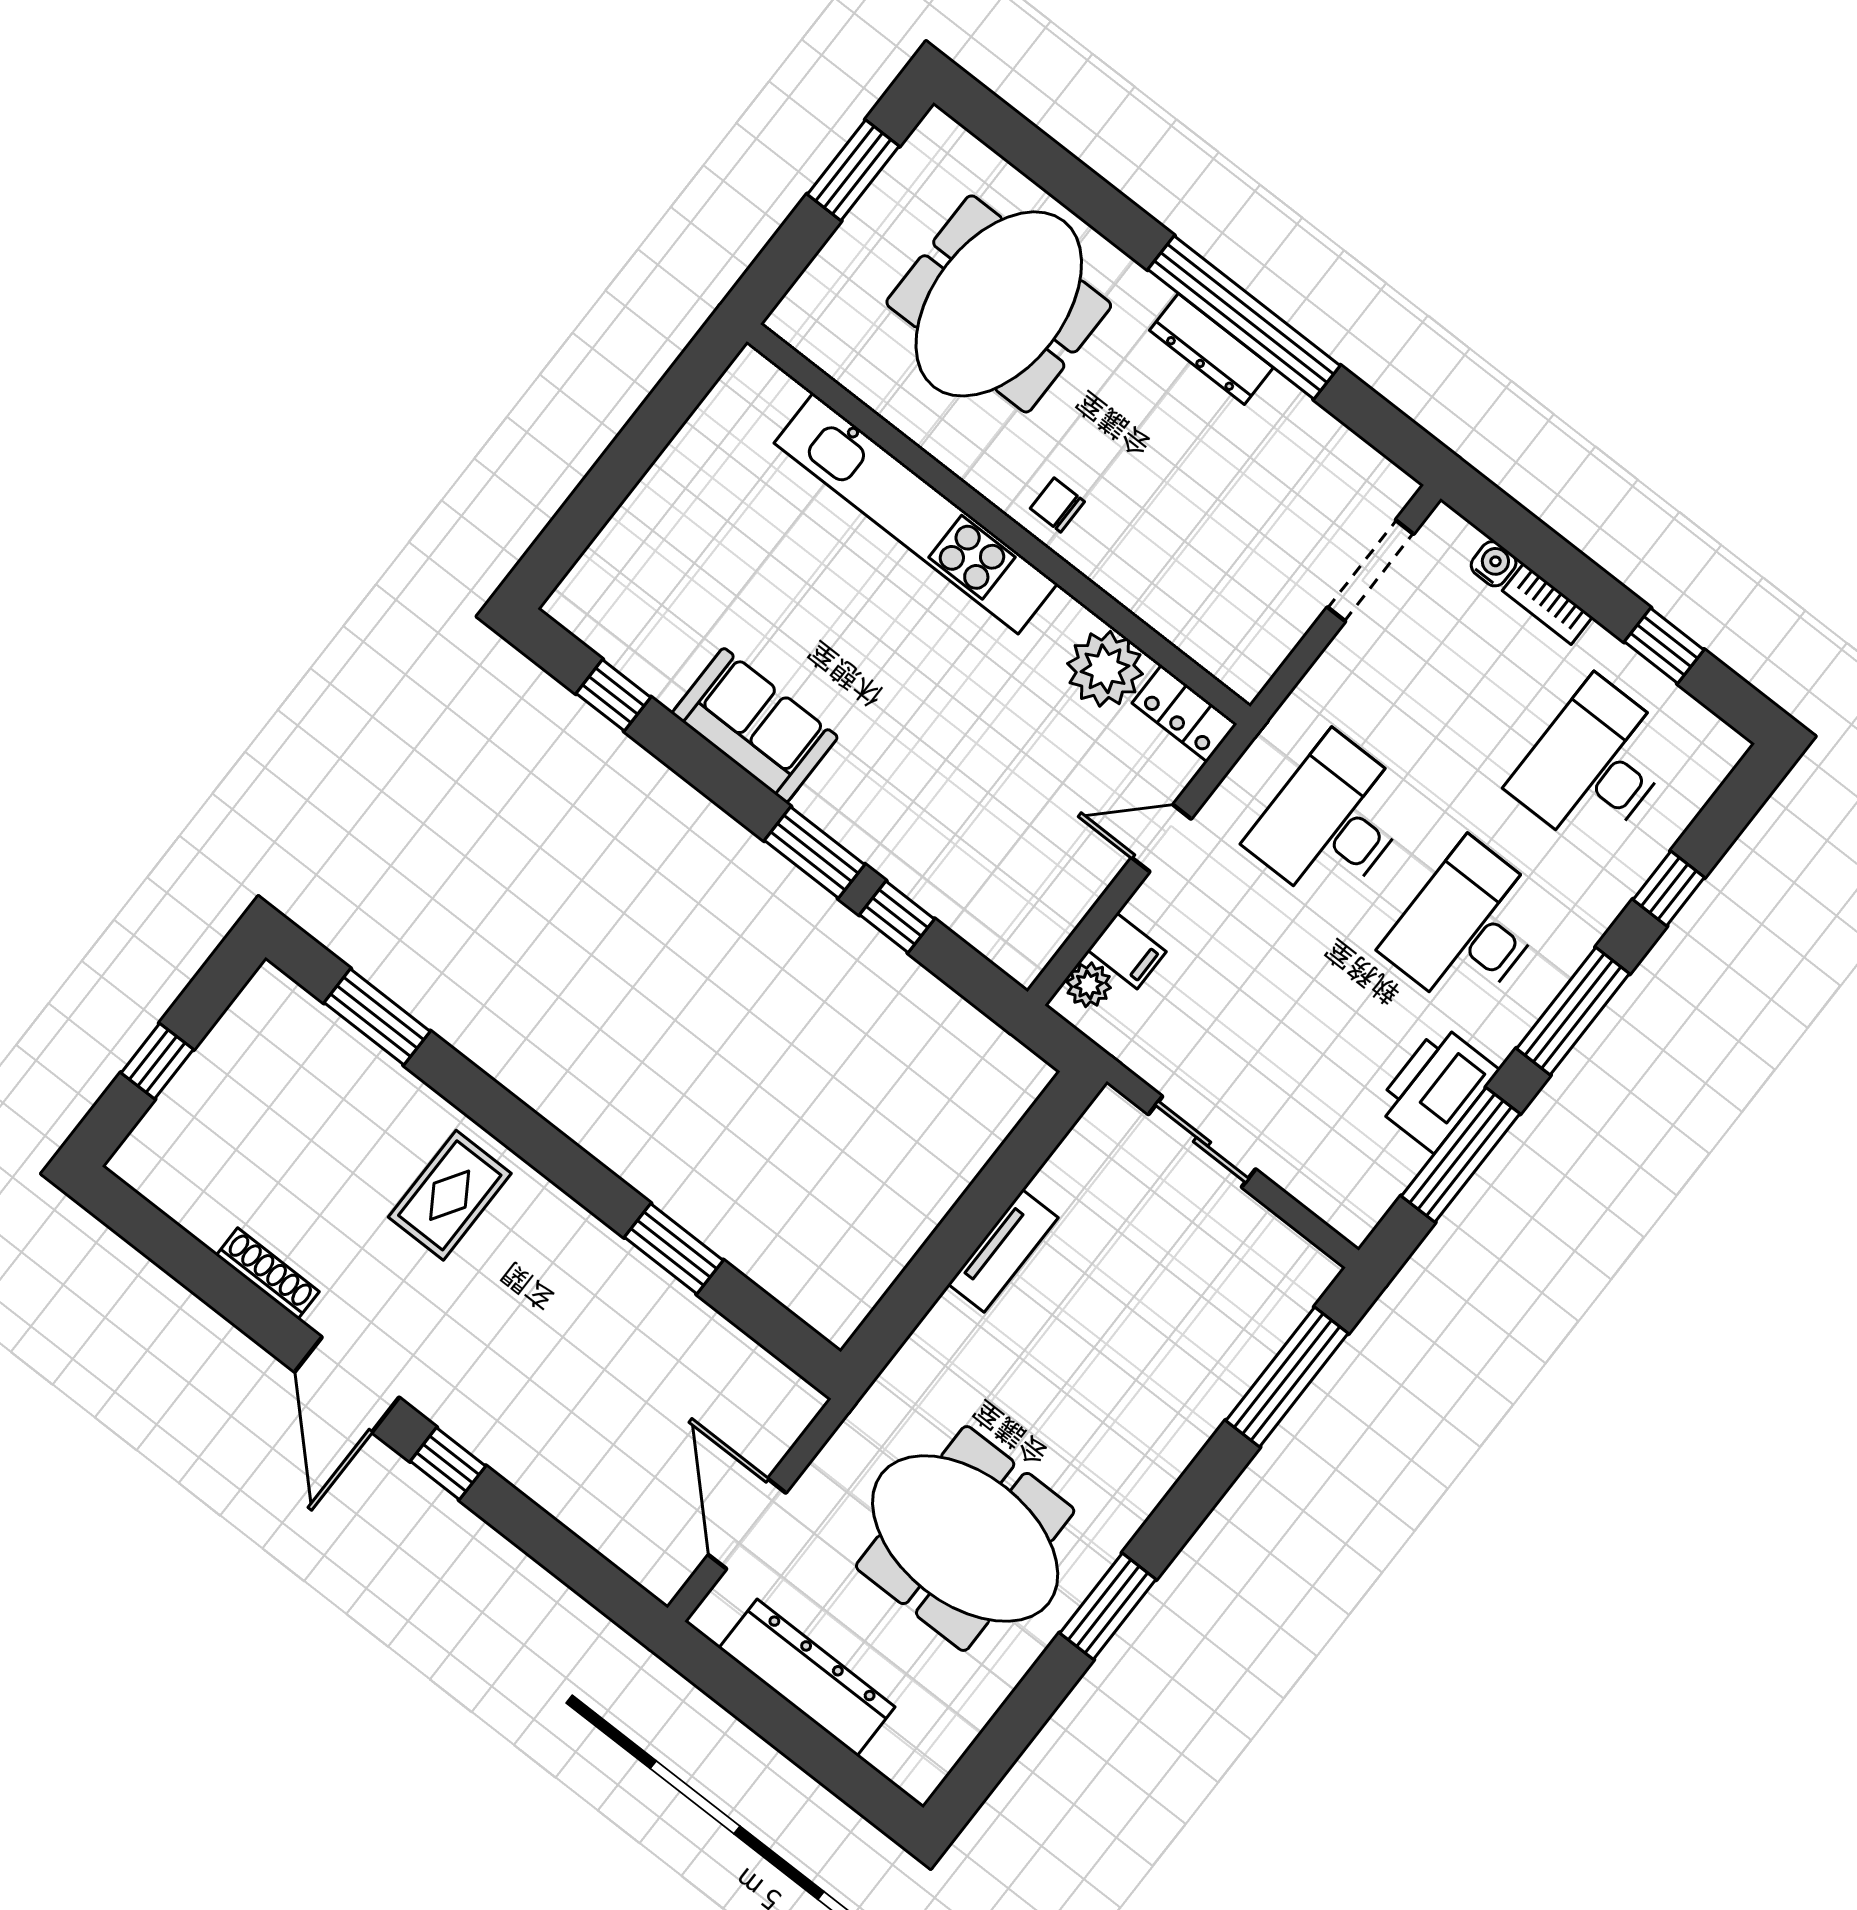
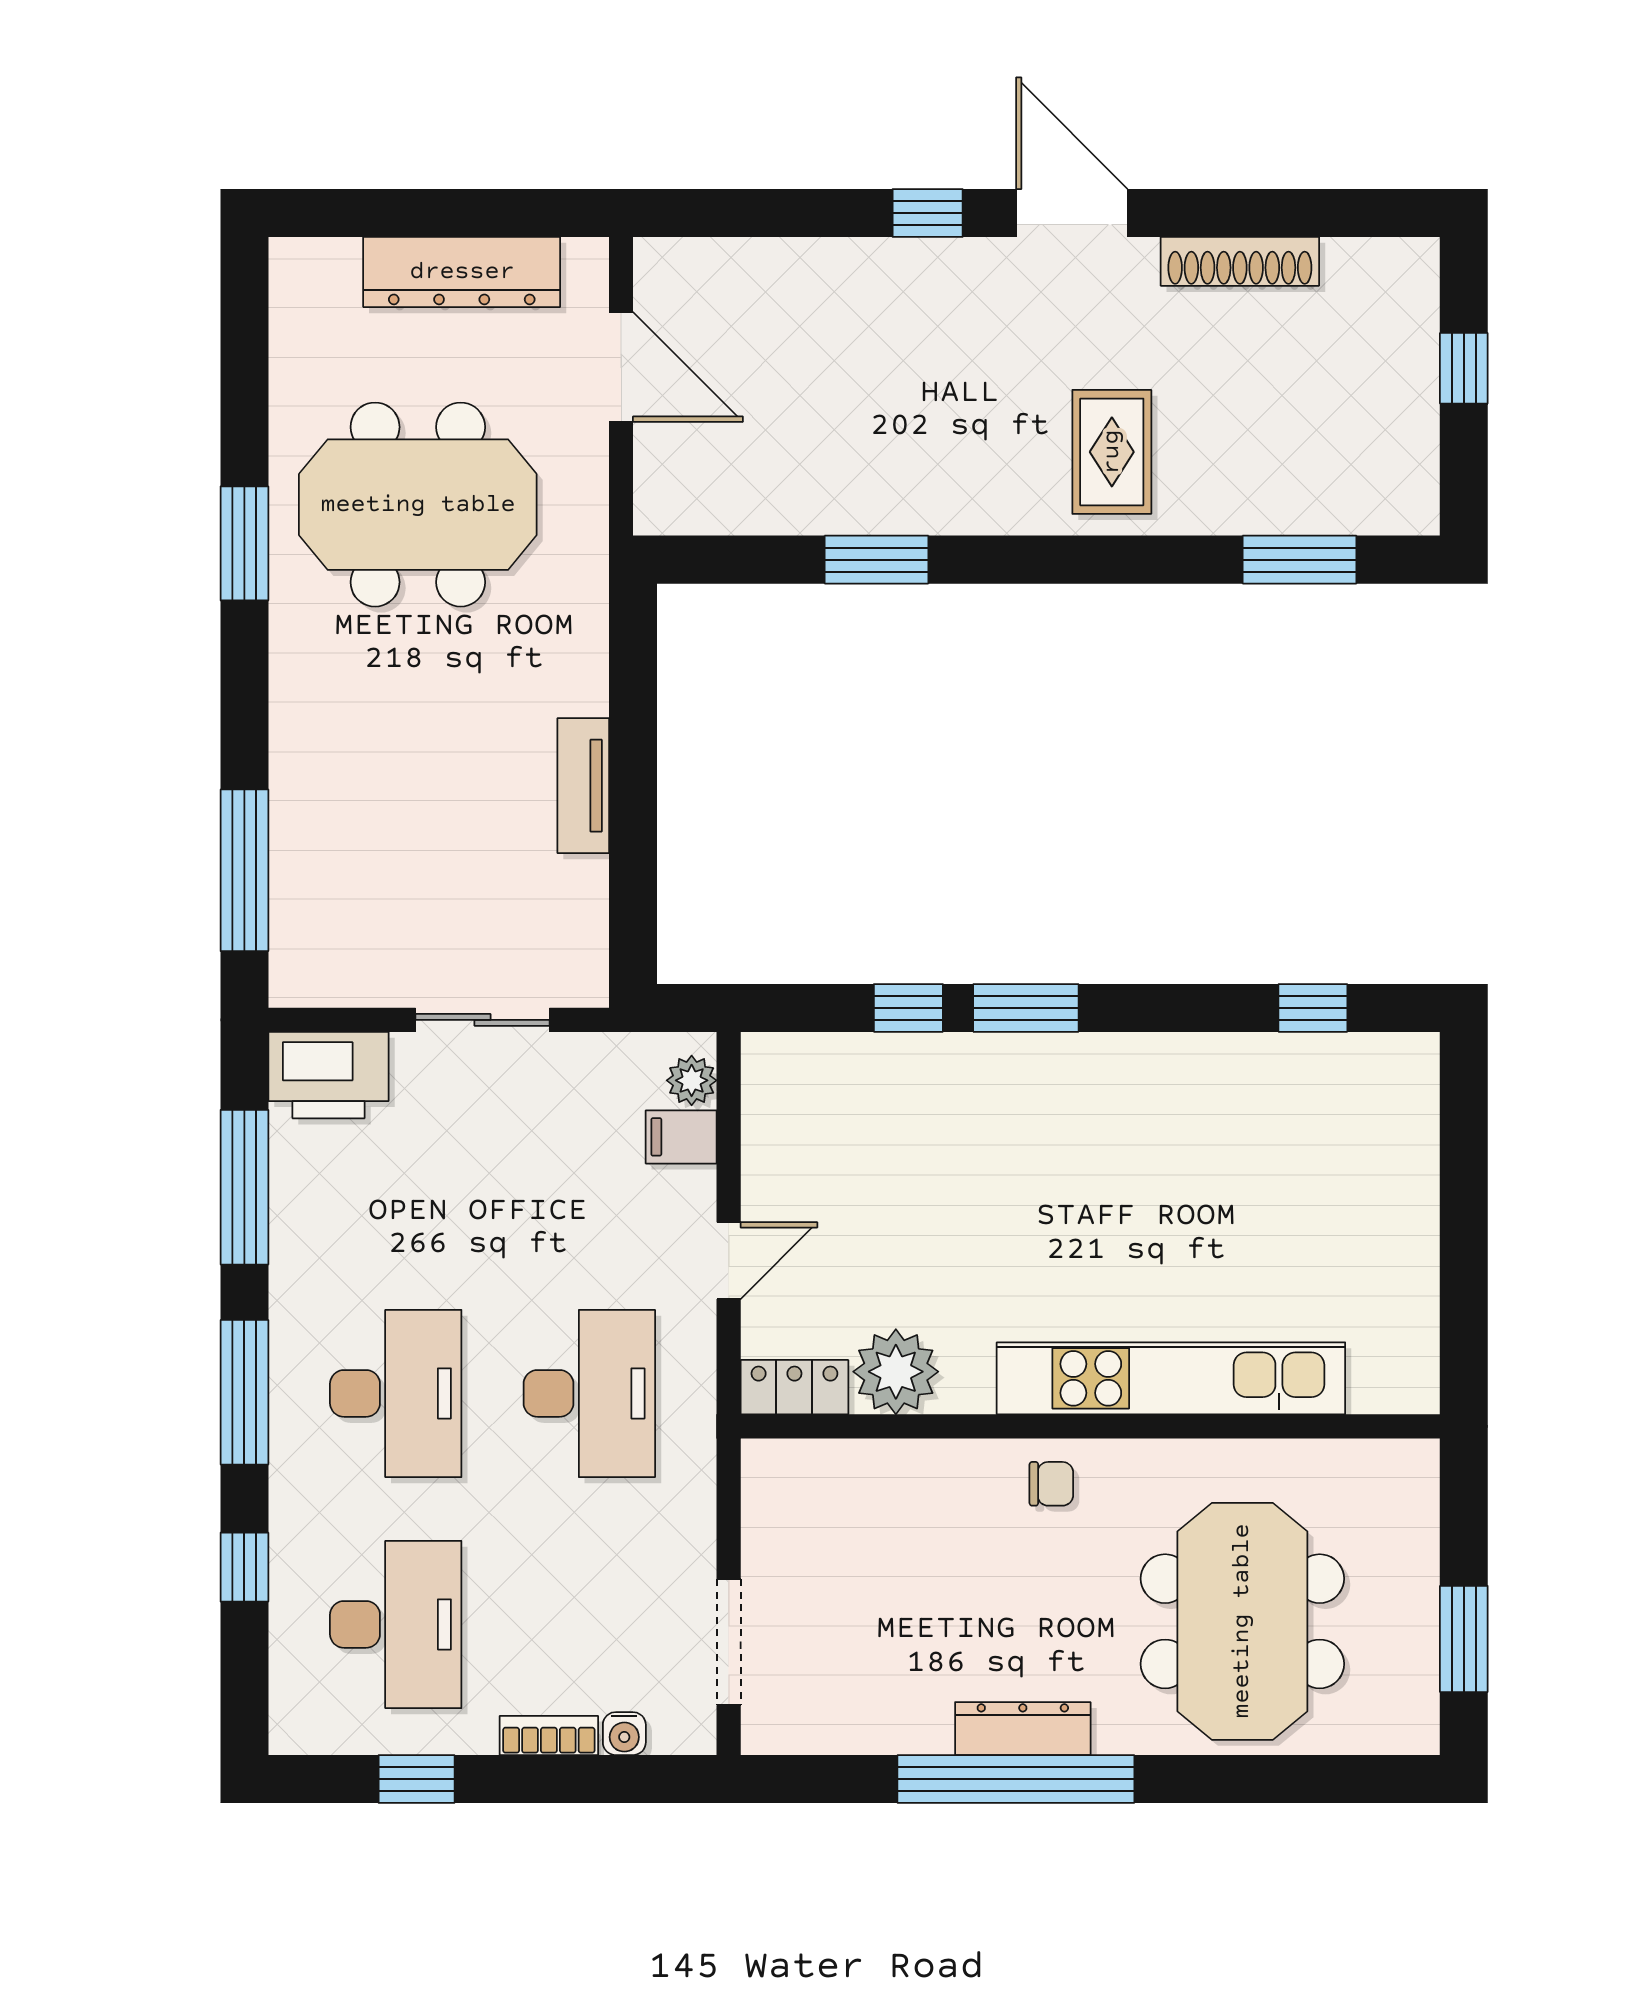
sofa: (755, 725) -> (1167, 1079), removed
printer: (1437, 1088) -> (329, 1075), moved, turned 90
shoe rack: (268, 1273) -> (1240, 261), width x1.36, depth x1.24

